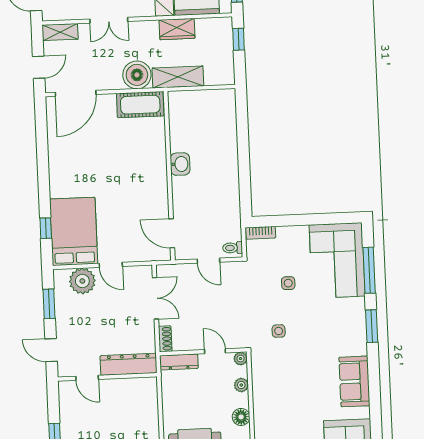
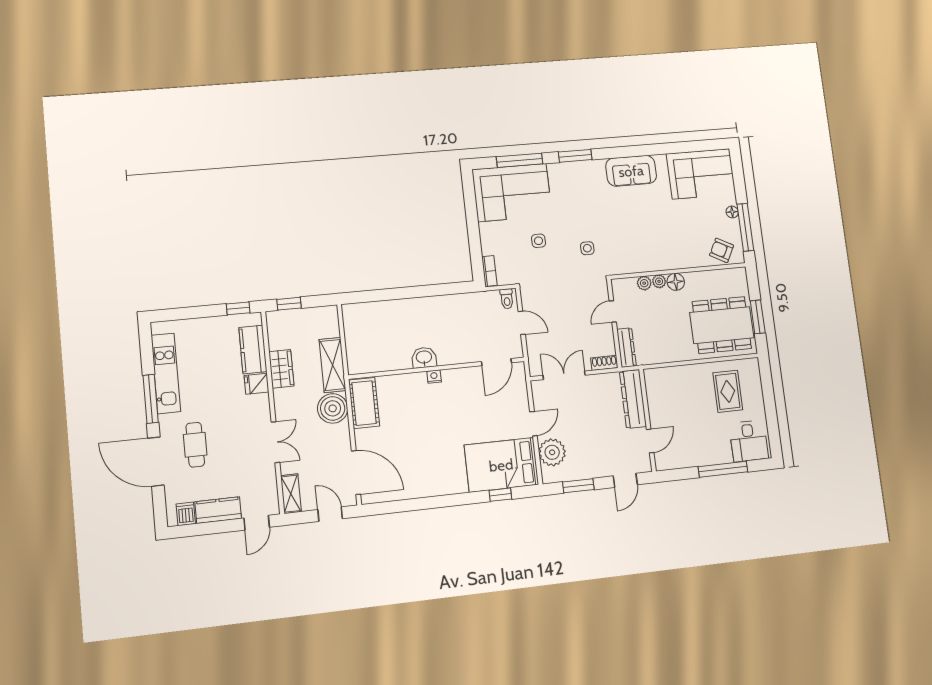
nightstand: (161, 172) -> (434, 377), added
door: (208, 261) -> (522, 323), hinge flipped
plant: (241, 359) -> (659, 281), moved

